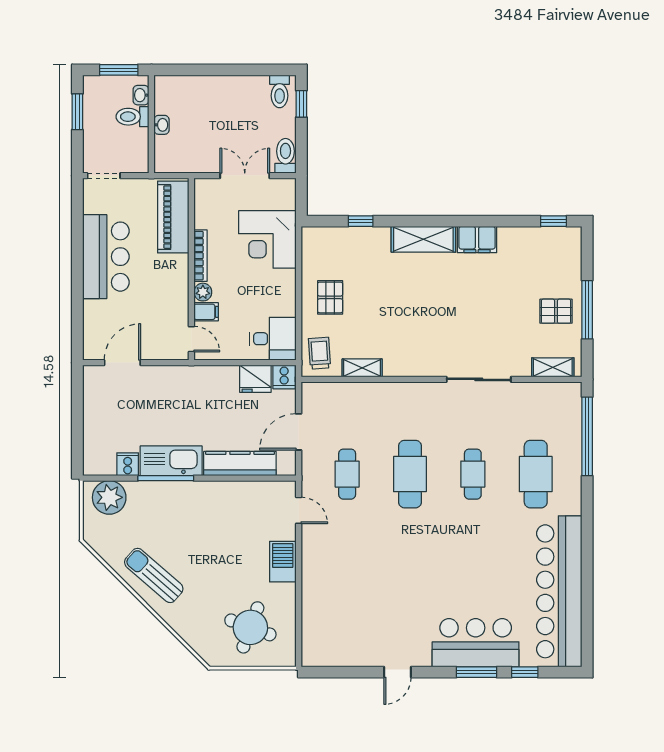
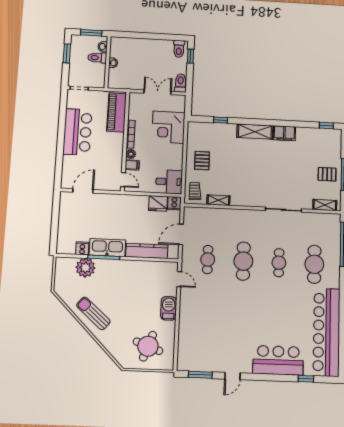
plant: (109, 497) -> (85, 268), moved
window: (477, 672) -> (200, 375), moved

